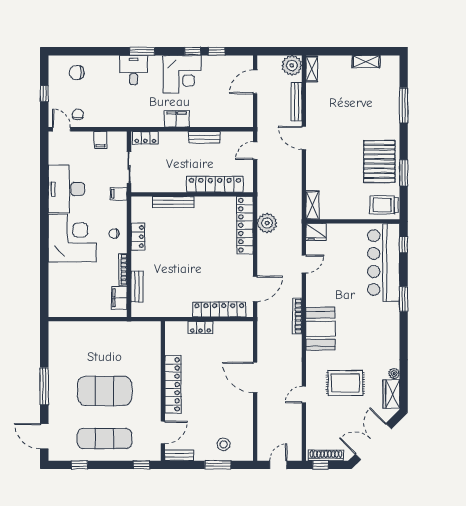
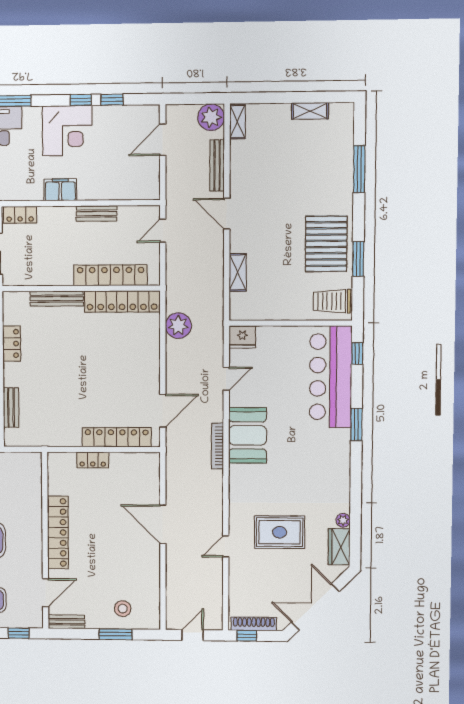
shelving: (312, 205) -> (238, 272), moved
locker: (245, 225) -> (122, 302), moved, turned -90
booth: (320, 329) -> (248, 435), moved

